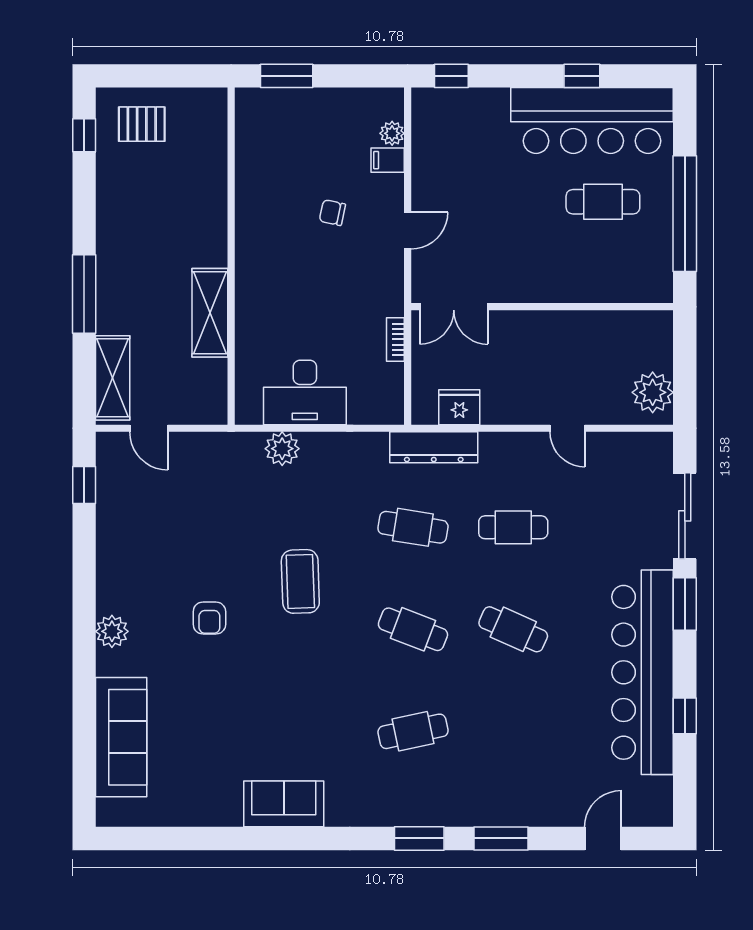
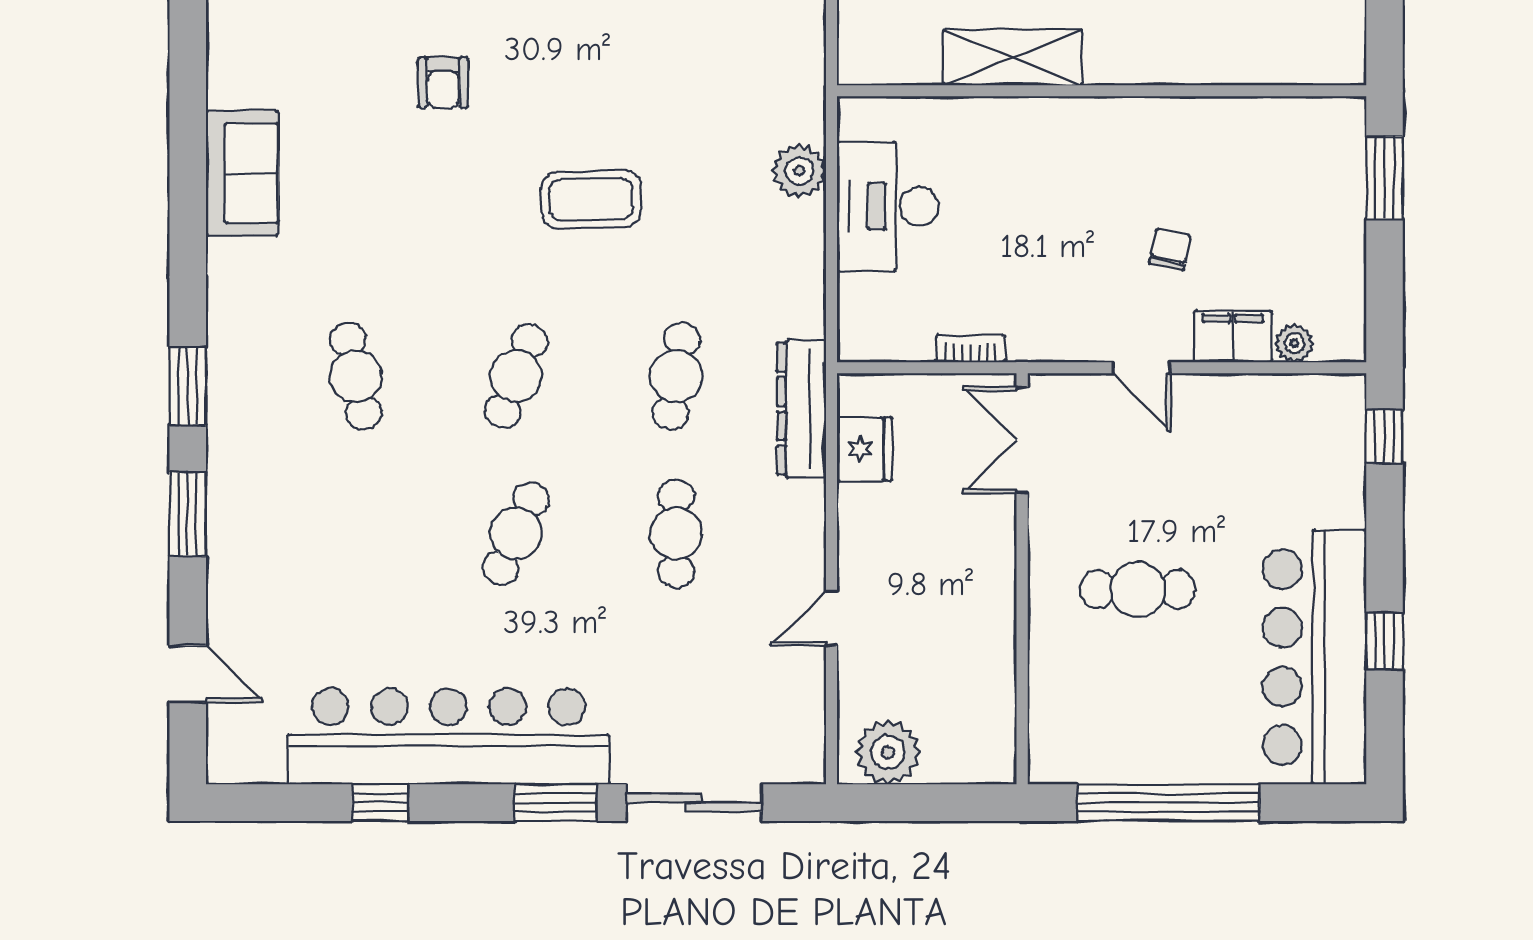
filing cabinet: (388, 160) -> (1233, 336), width x2.00
cafe table: (603, 202) -> (1138, 589), moved, turned 90
armchair: (209, 618) -> (443, 83), moved, turned -90

